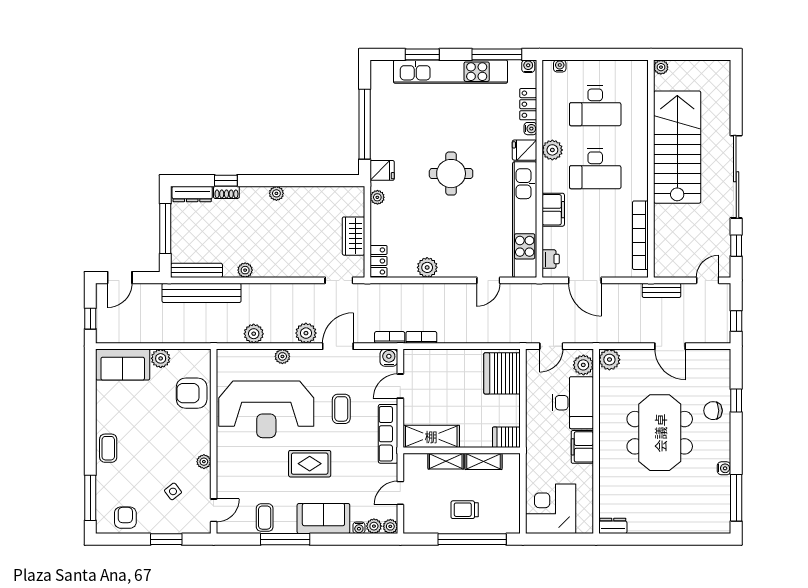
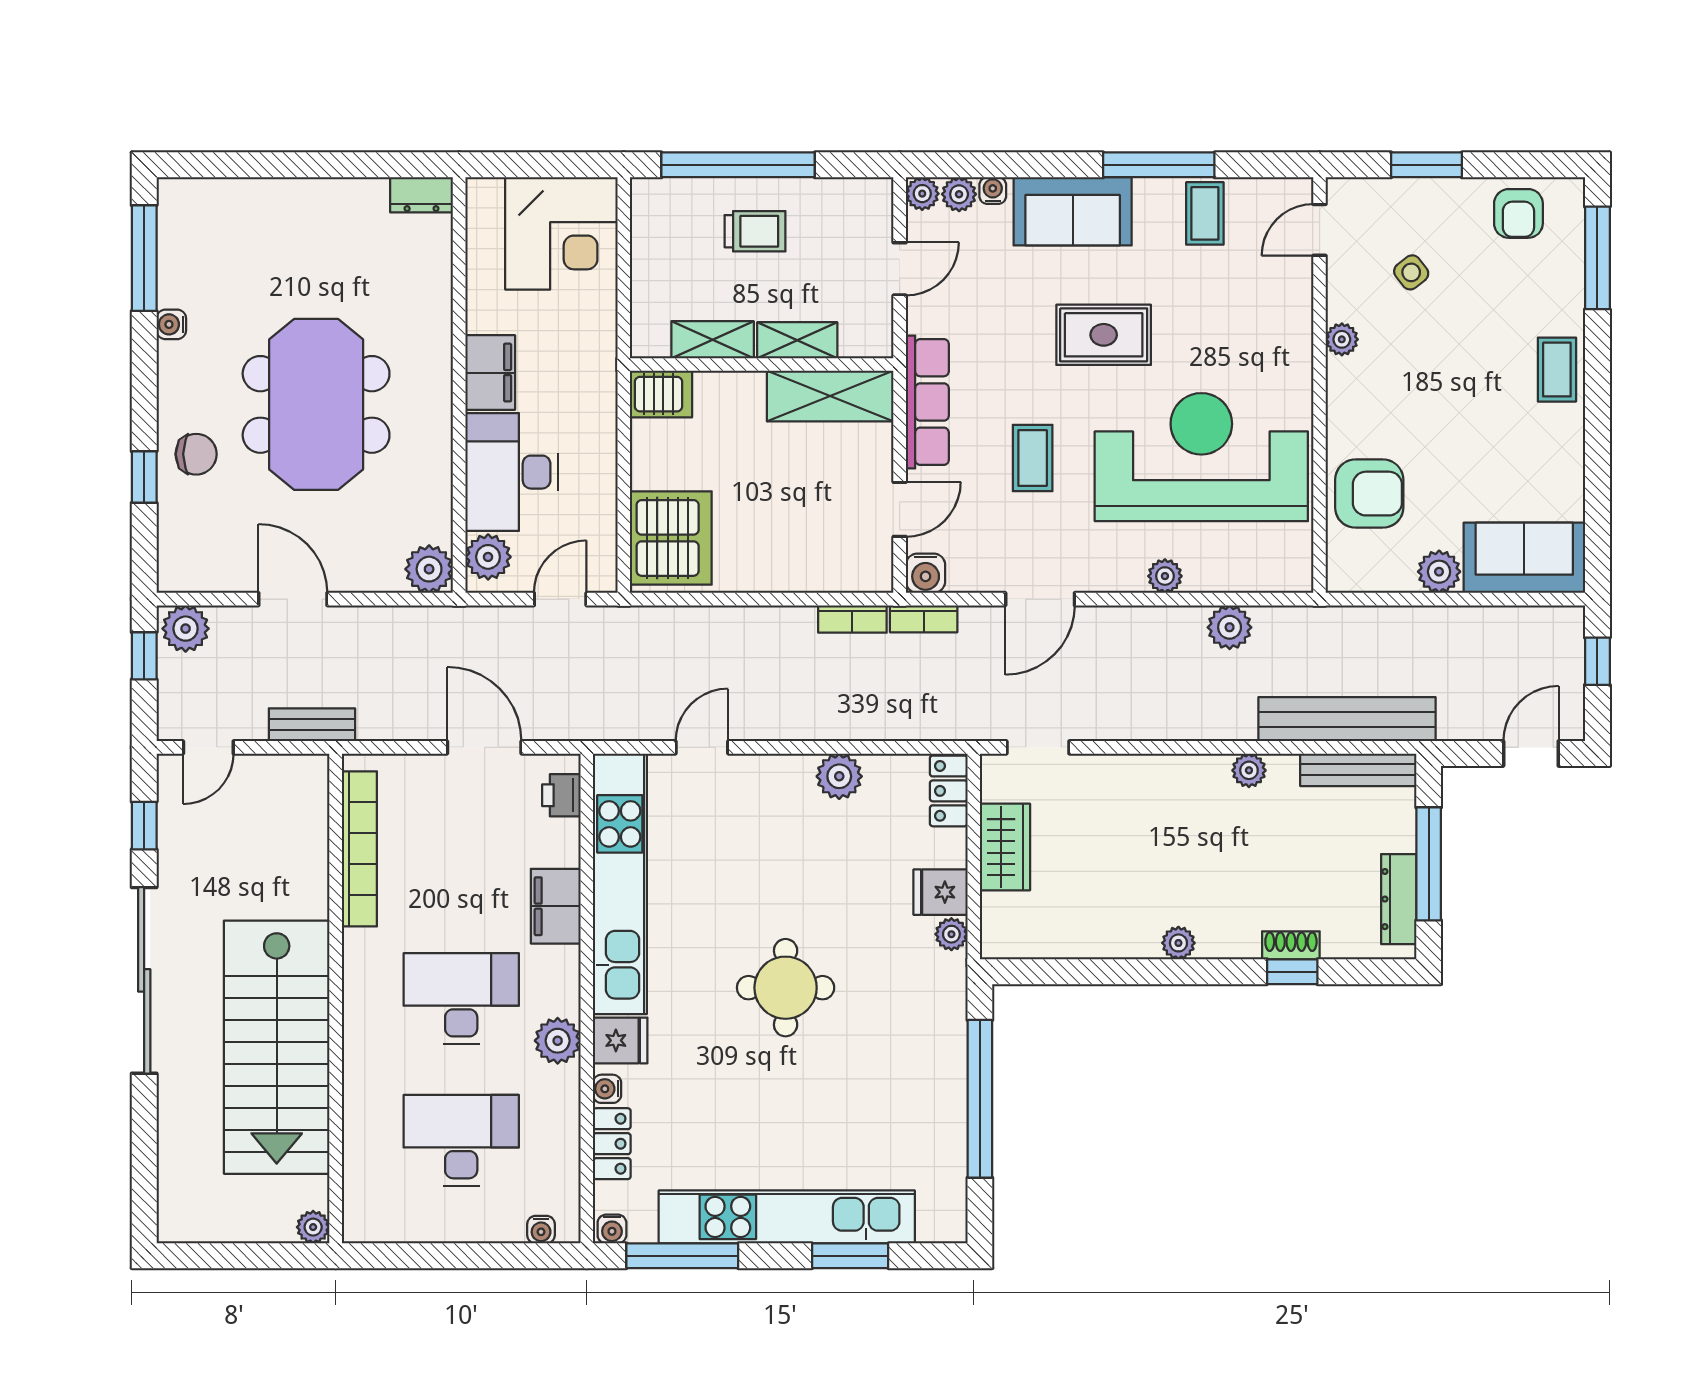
fridge: (382, 170) -> (941, 892), moved
dresser: (192, 194) -> (1399, 899), moved, turned -90
plant: (306, 333) -> (186, 629), moved

